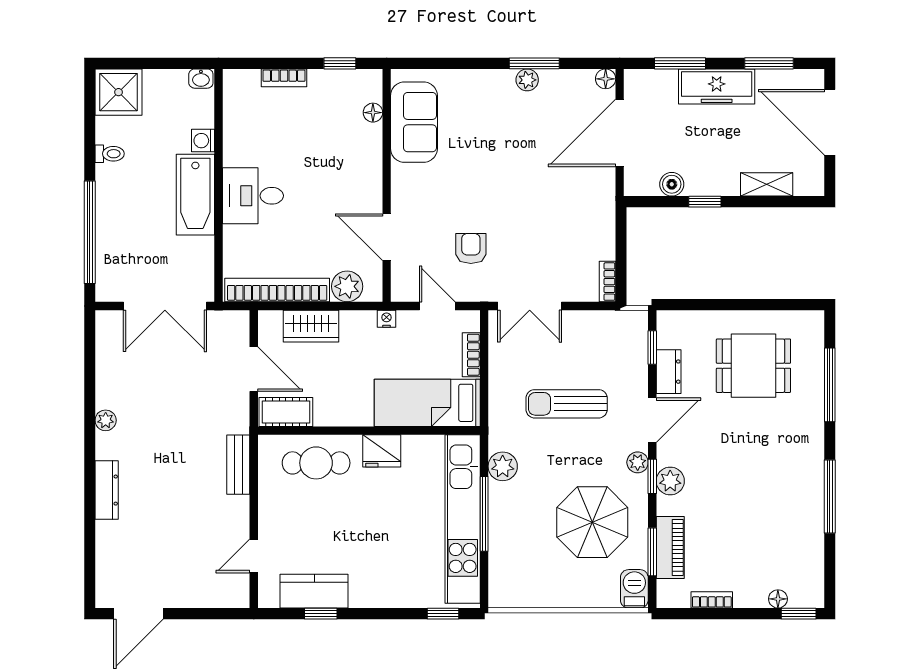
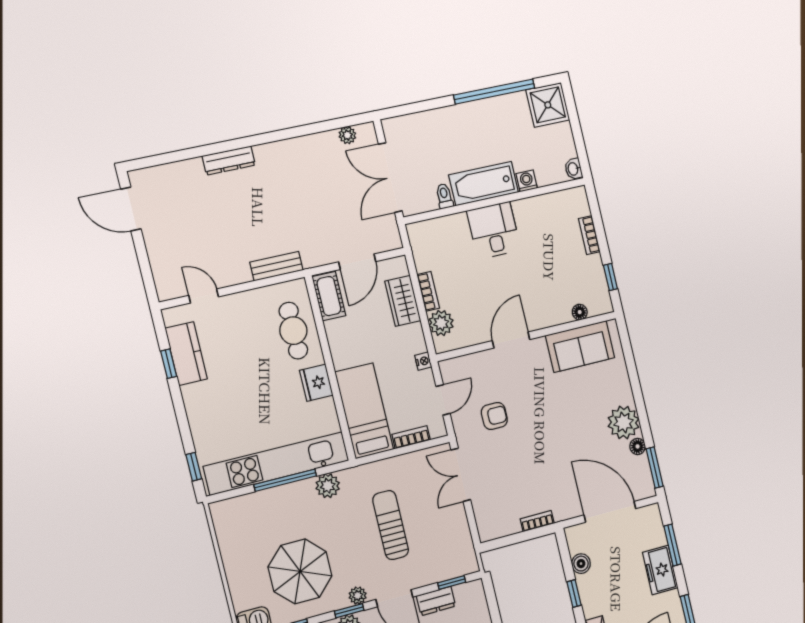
window: (534, 63) -> (655, 468), moved
floor lamp: (606, 79) -> (638, 446), moved
plant: (527, 80) -> (624, 423), width x1.87, depth x1.87
freezer: (717, 86) -> (660, 570), width x0.71
toilet: (110, 154) -> (444, 196), moved, turned 180
window: (90, 232) -> (494, 92), moved
door: (387, 237) -> (511, 340), moved
bookcase: (607, 282) -> (537, 521), moved
bookcase: (277, 290) -> (428, 291), width x0.43, depth x0.76
plant: (106, 420) -> (347, 135), moved

